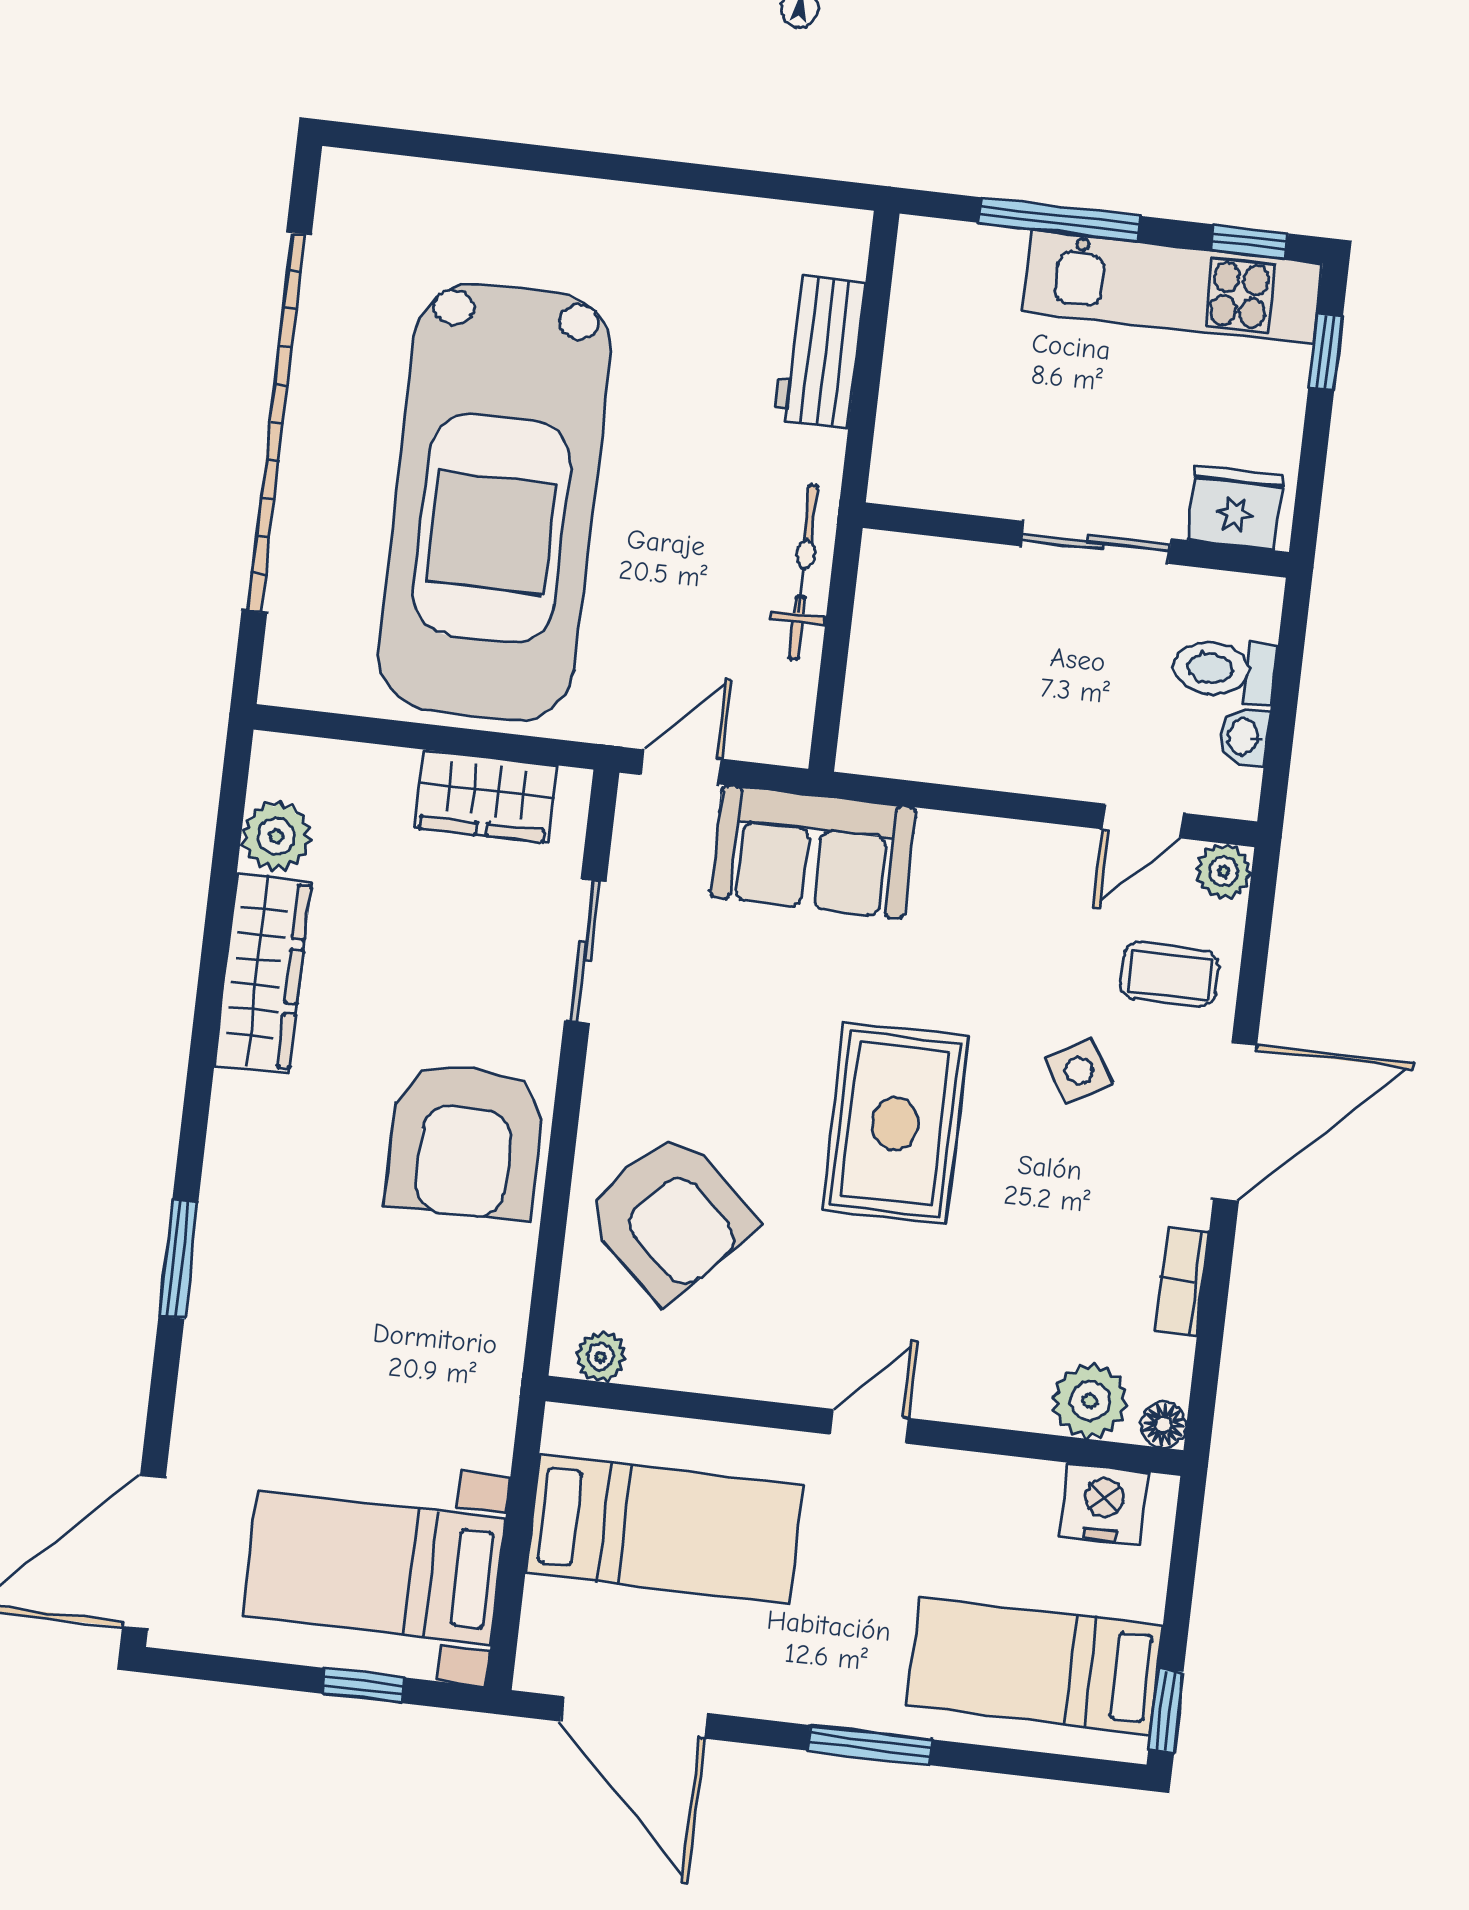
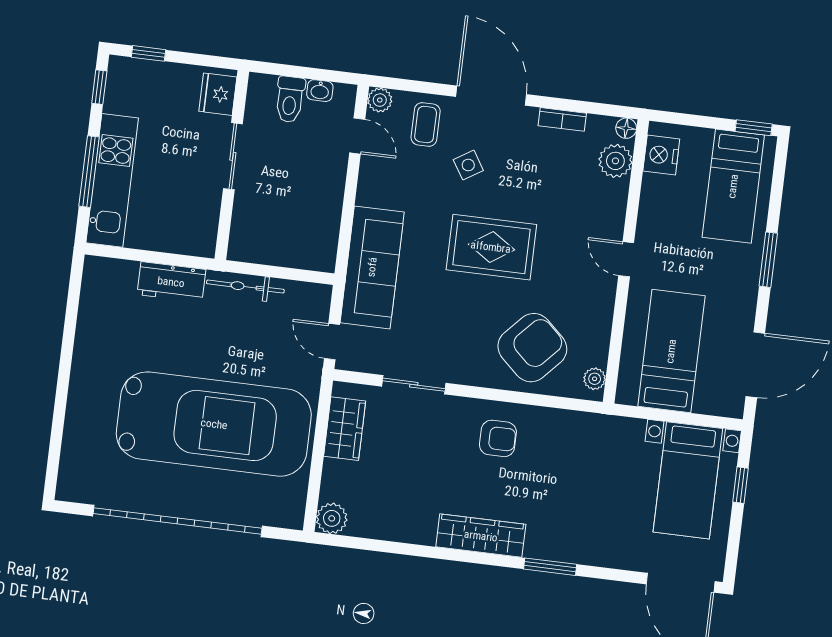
kitchen unit: (1173, 287) -> (112, 180), moved
workbench: (819, 351) -> (171, 282), moved
plant: (276, 836) -> (332, 518), moved
sofa: (813, 852) -> (372, 267), width x1.36
wardrobe: (263, 973) -> (481, 536), moved
armchair: (466, 1141) -> (498, 438), width x0.53, depth x0.53

